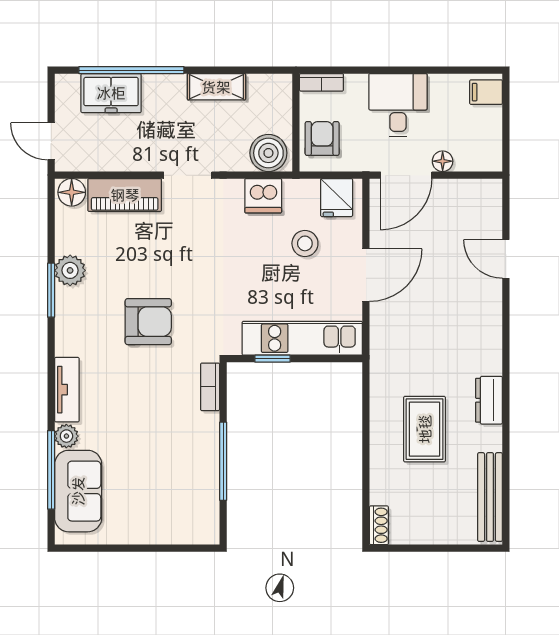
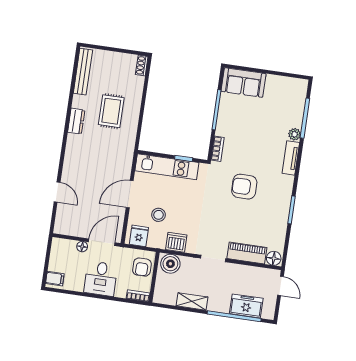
plant: (70, 270) -> (280, 219), removed
sofa: (78, 491) -> (244, 83), moved, turned -90

